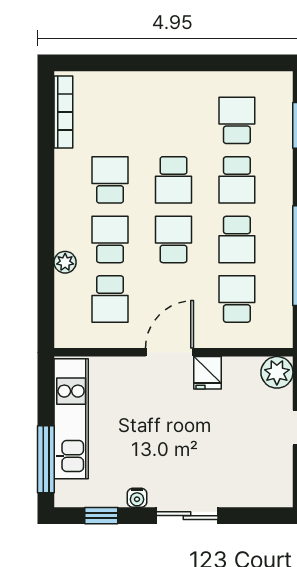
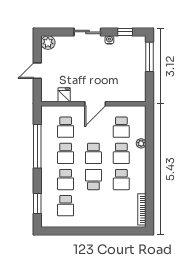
school desk: (237, 180) -> (66, 180), turned 180
school desk: (237, 239) -> (66, 153), turned 180
school desk: (110, 299) -> (121, 127), turned 180
plant: (277, 372) -> (48, 43), moved
fridge: (207, 373) -> (64, 95), moved
kitchen unit: (71, 419) -> (138, 75), removed

